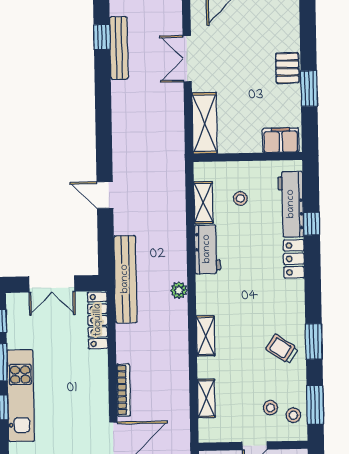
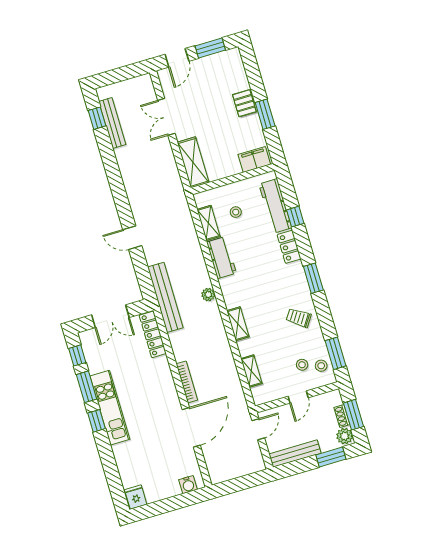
window: (314, 341) -> (313, 278), moved

